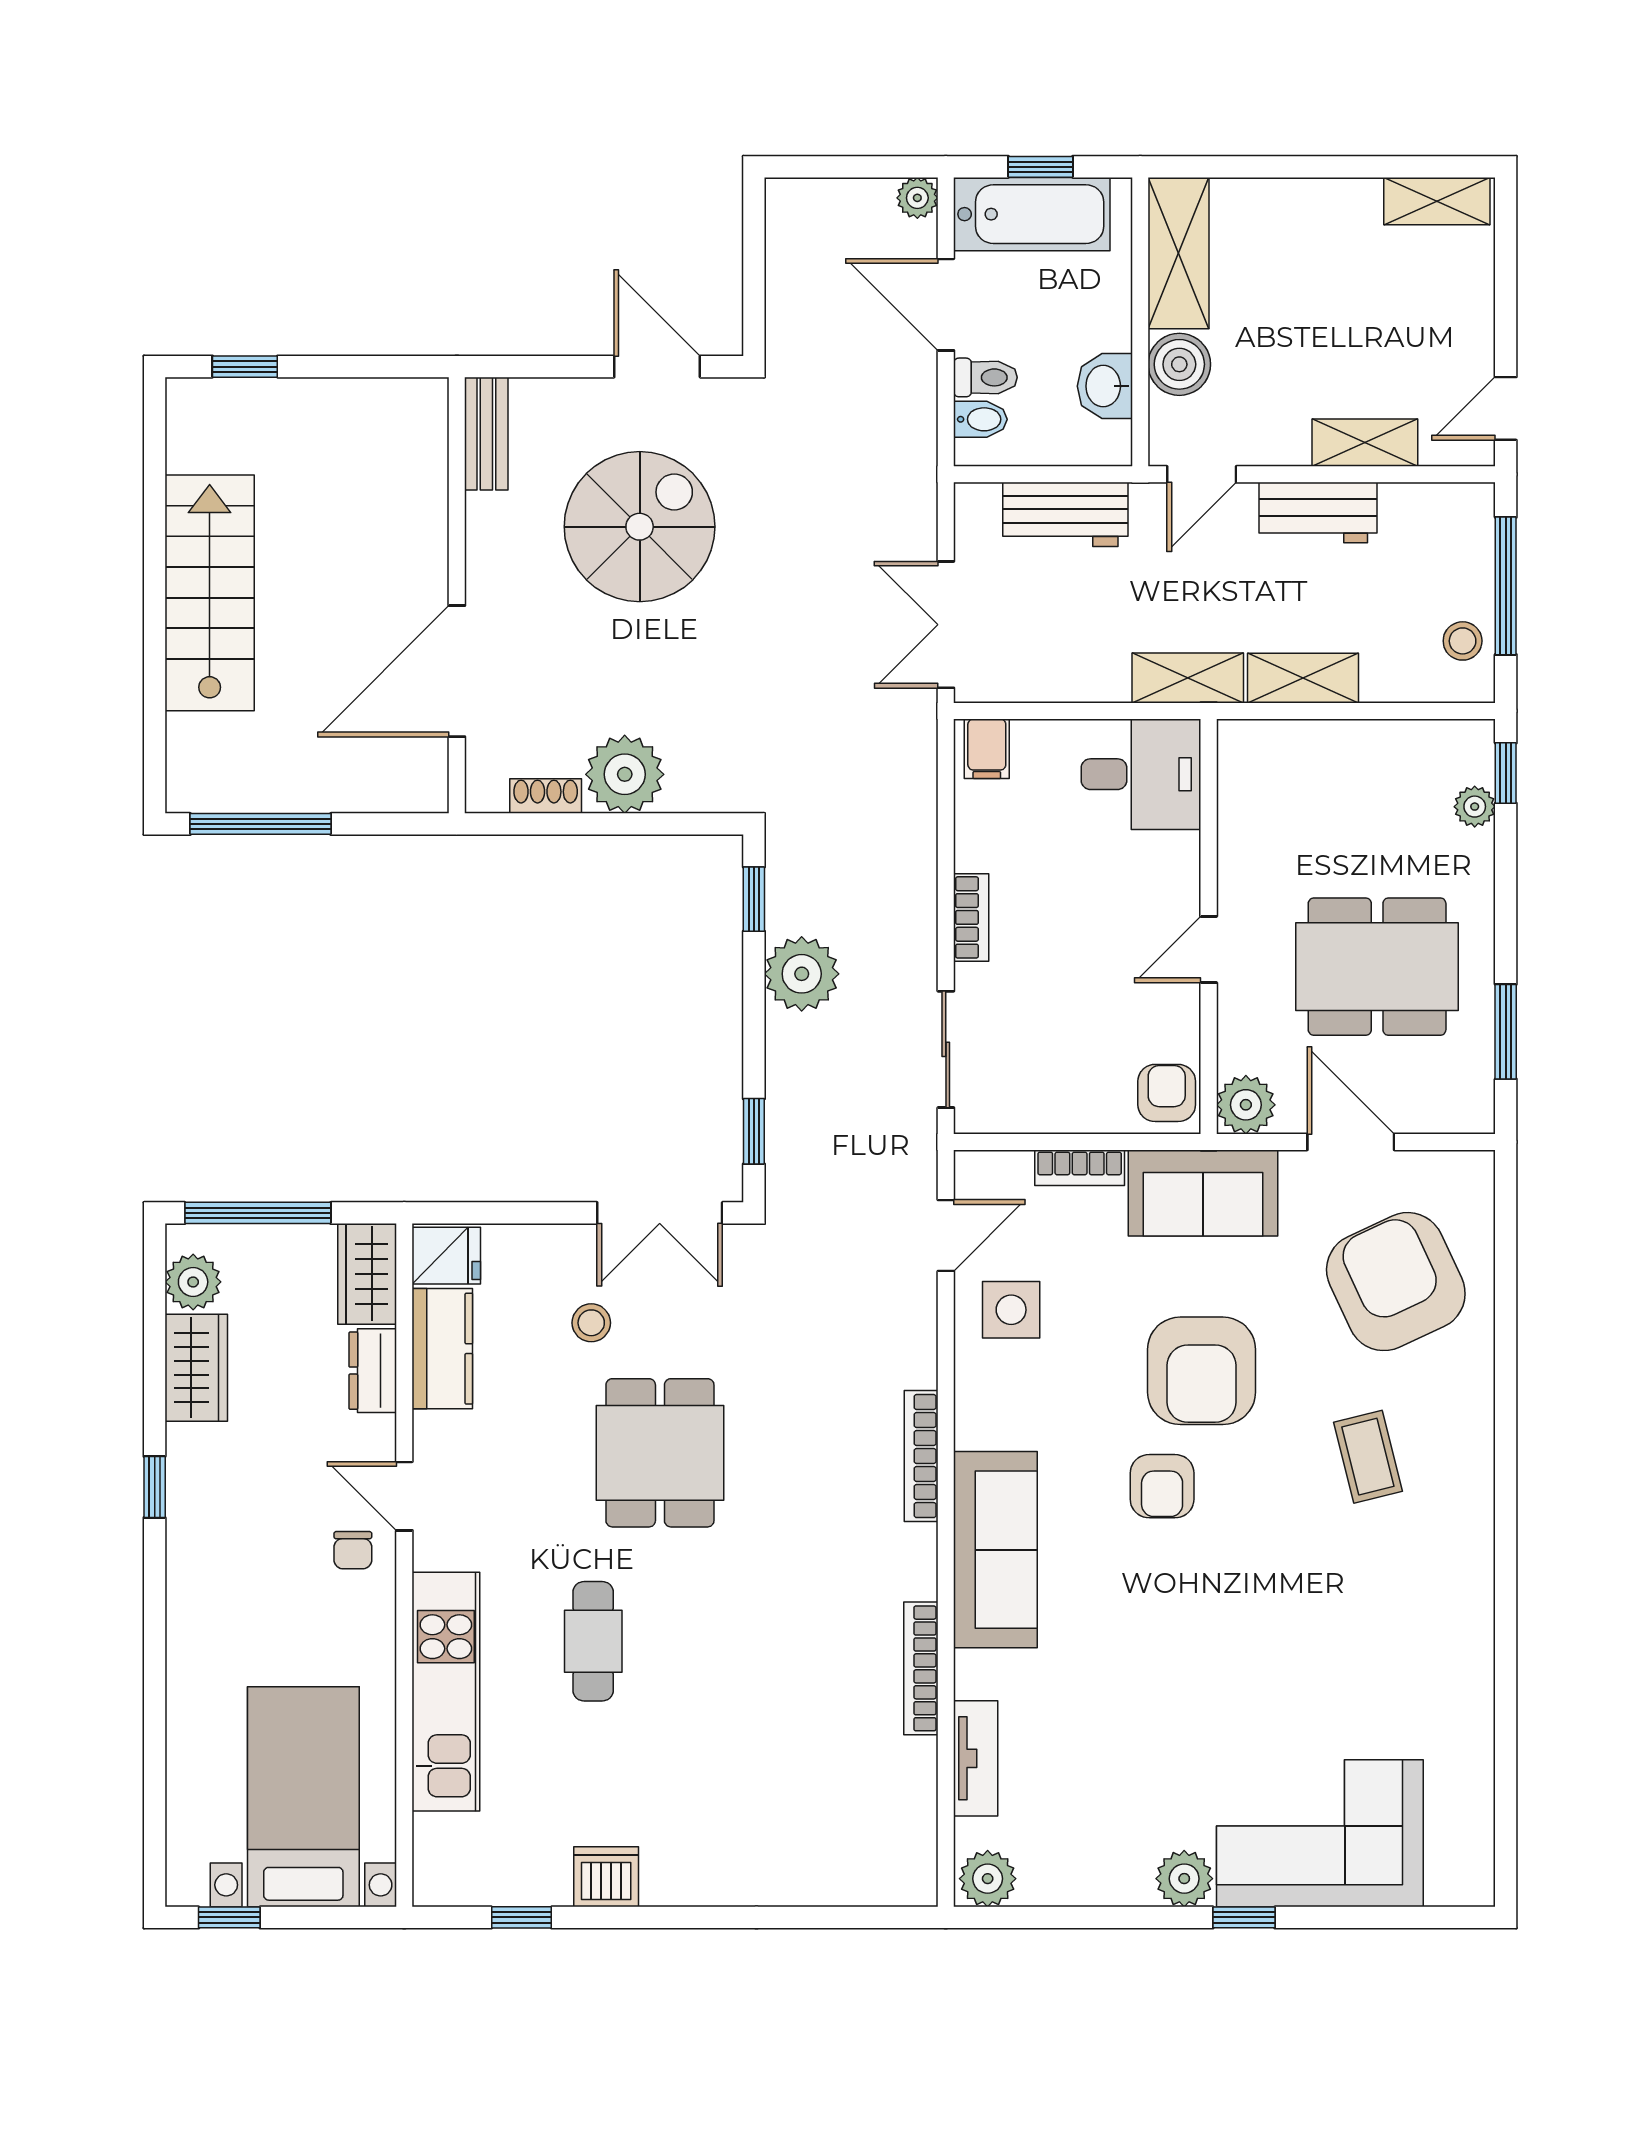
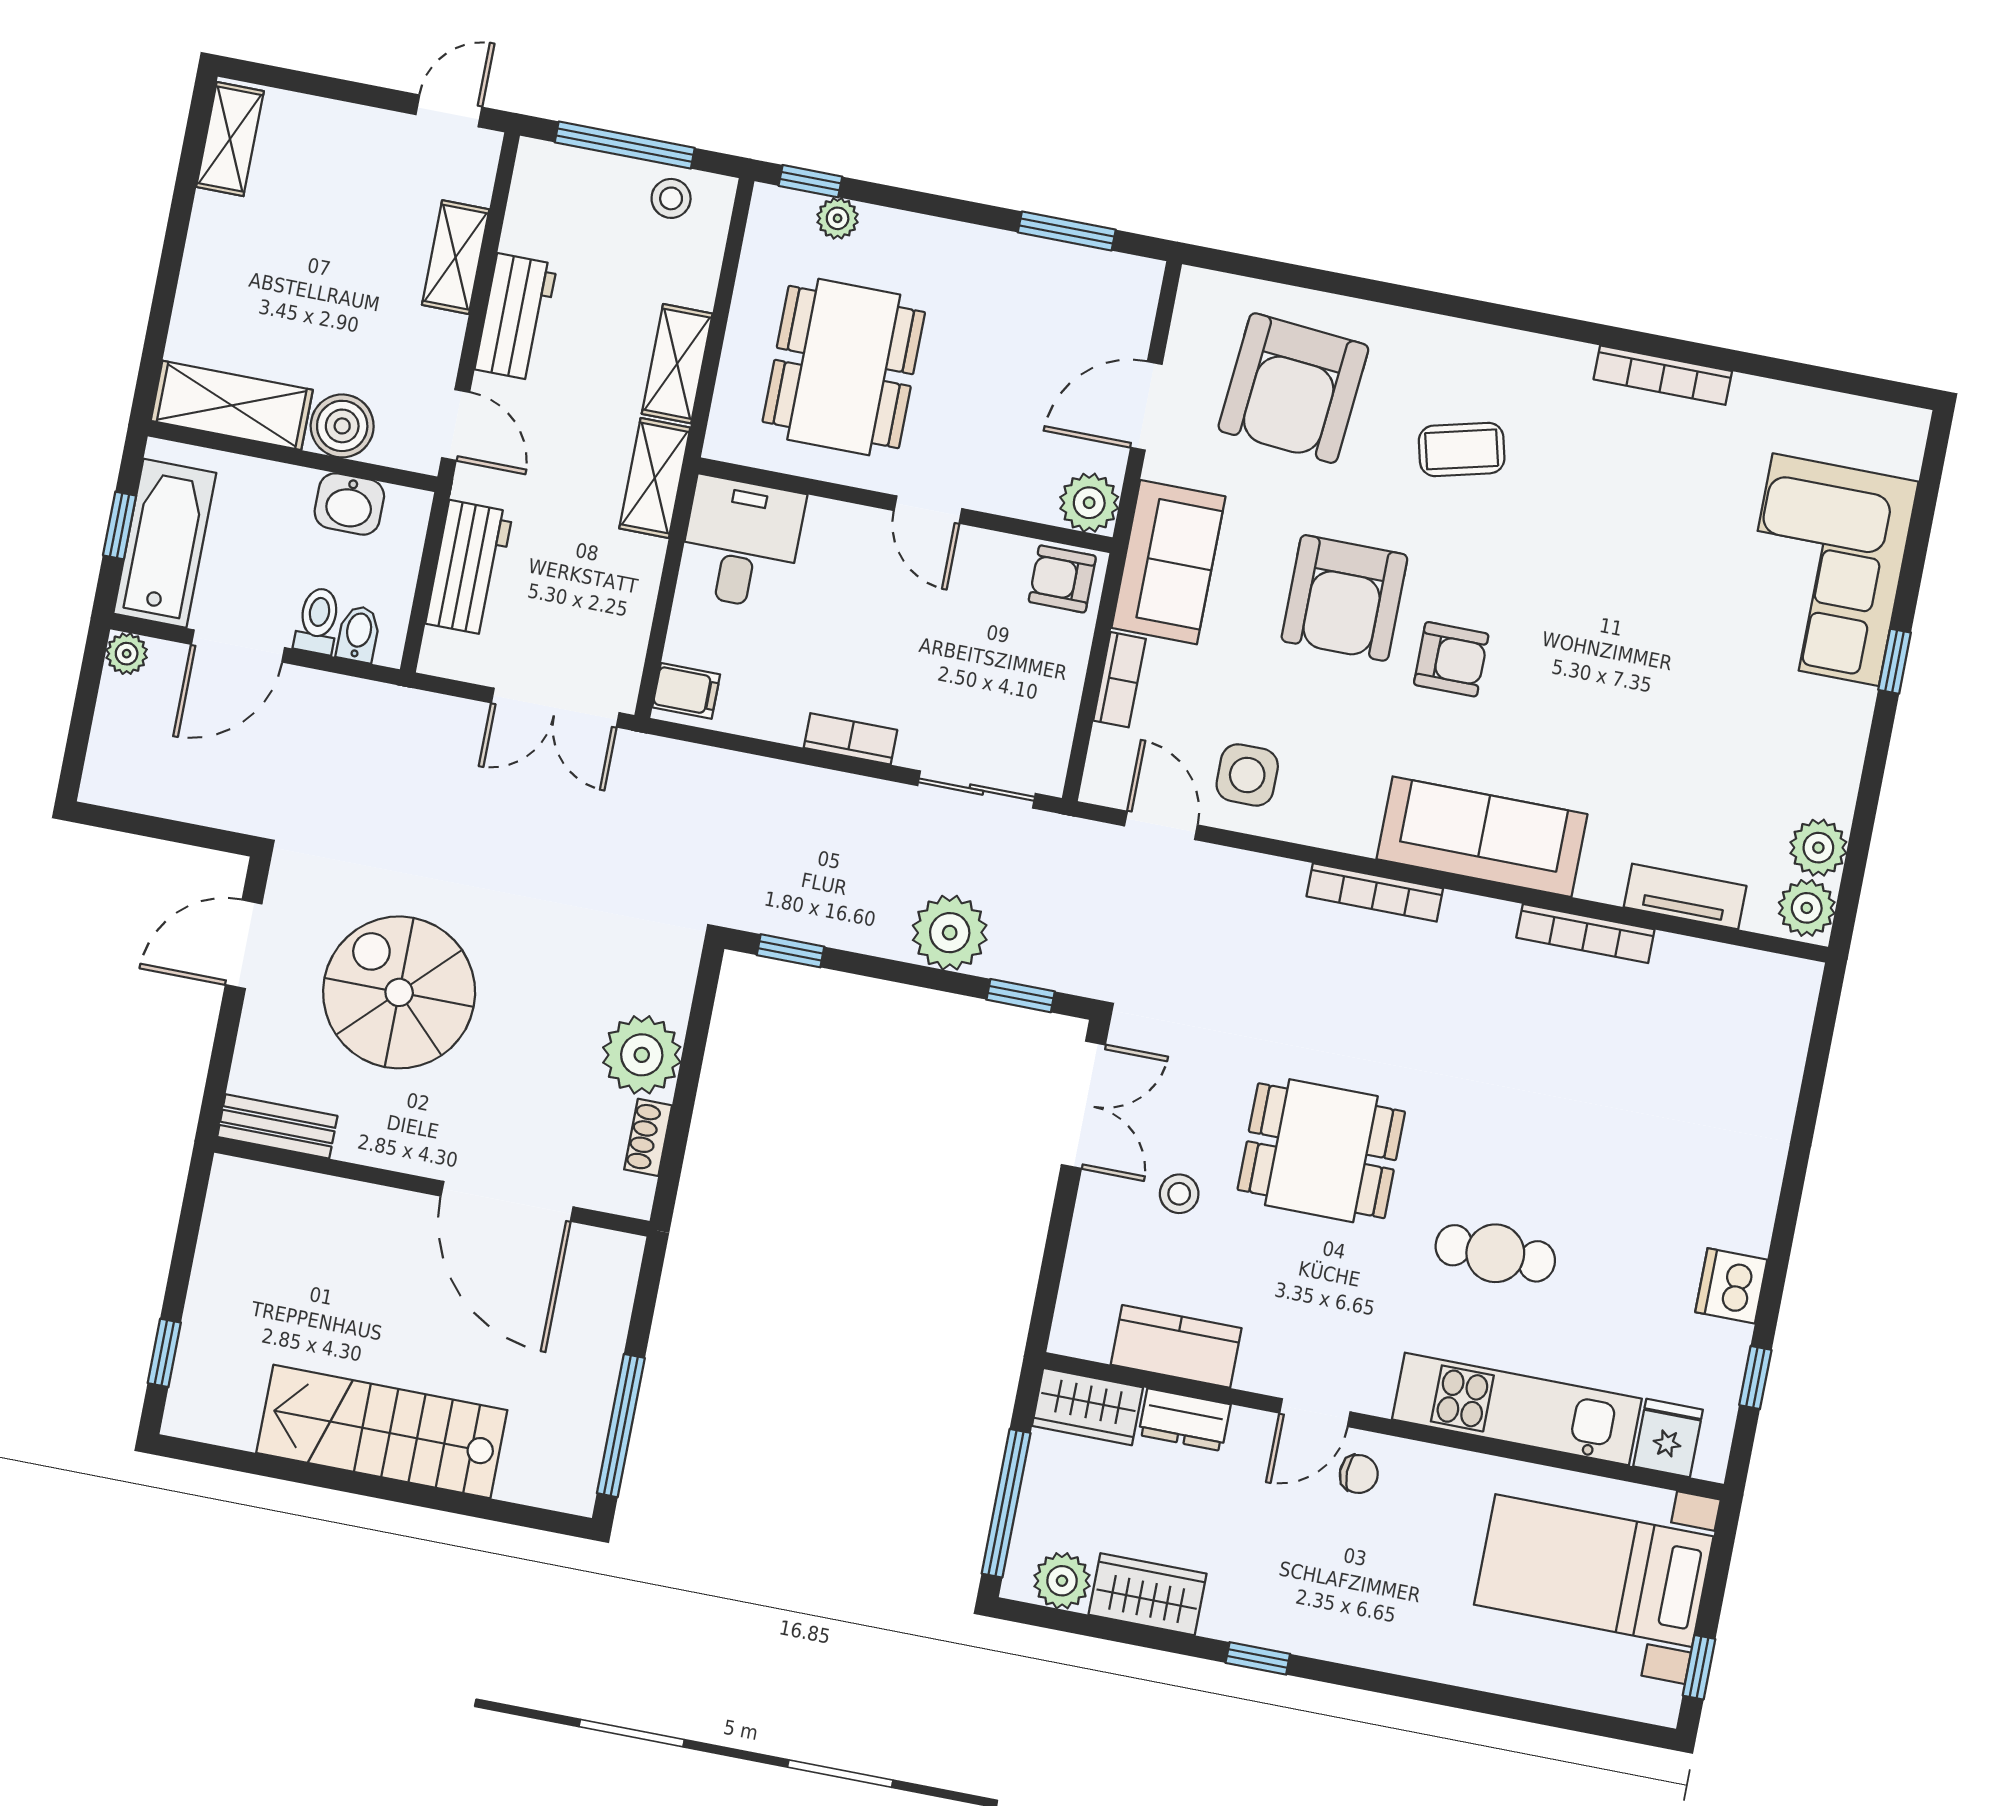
door: (1506, 408) -> (449, 111), swing flipped
dining table: (1377, 967) -> (844, 367), moved
plant: (802, 974) -> (950, 933), moved
fridge: (446, 1256) -> (1668, 1438), moved
armchair: (1396, 1282) -> (1293, 388), turned -60
armchair: (1202, 1371) -> (1344, 598), turned 90
bookcase: (1478, 1638) -> (1663, 375), added
plant: (1184, 1879) -> (1818, 848), moved

